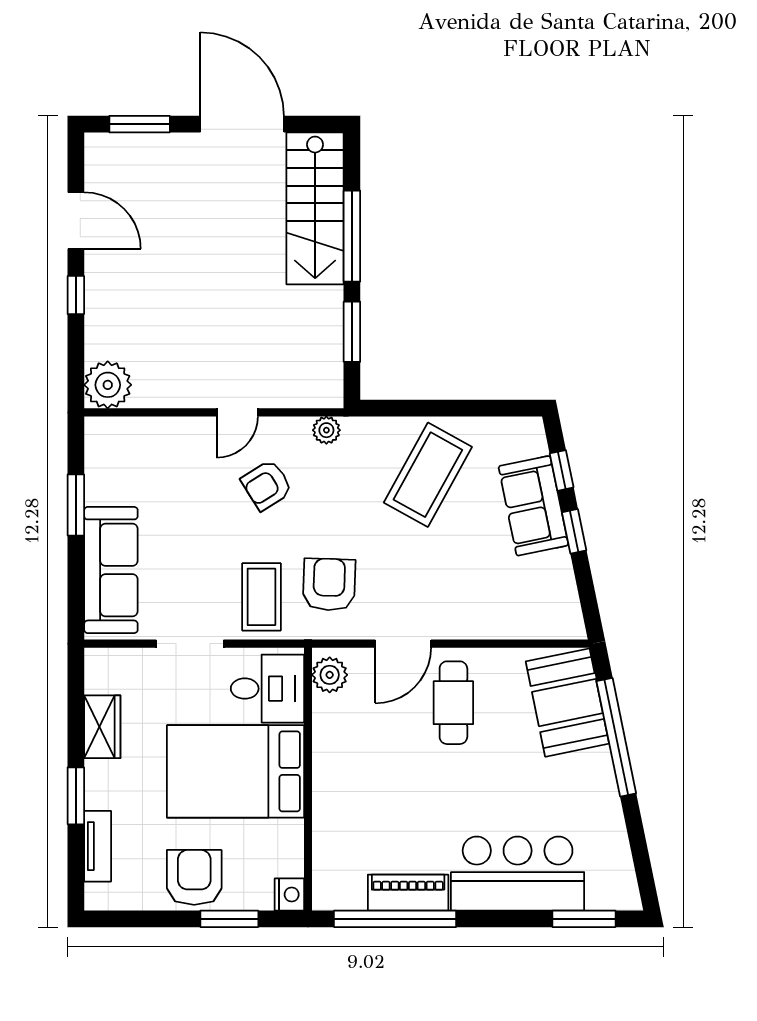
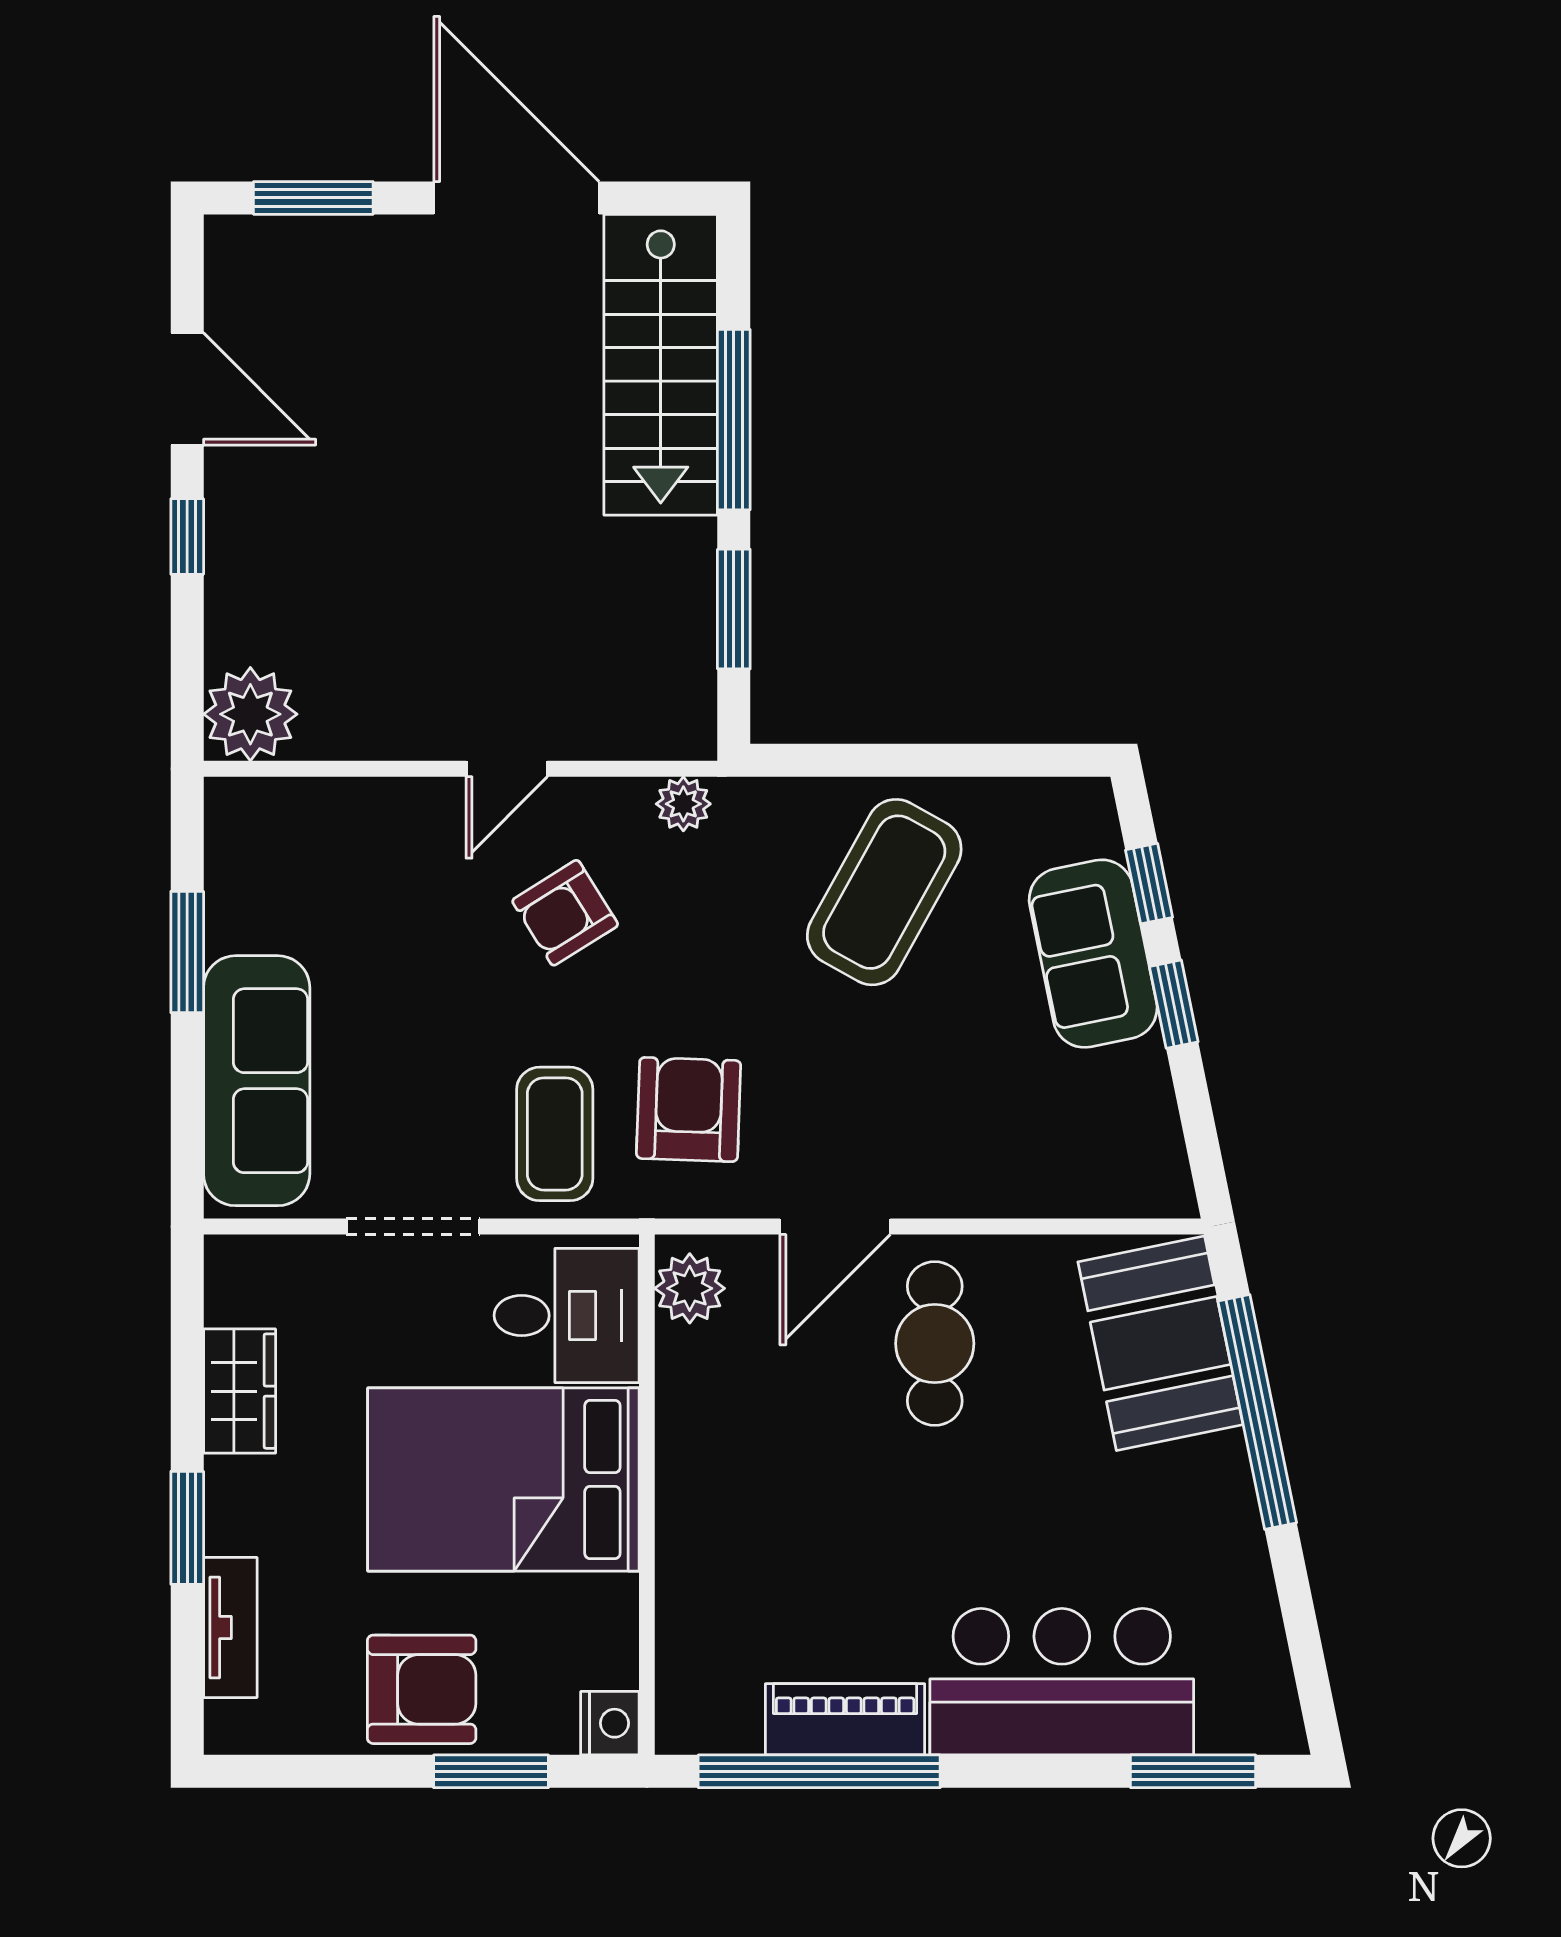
armchair: (194, 877) -> (422, 1689), turned 90

